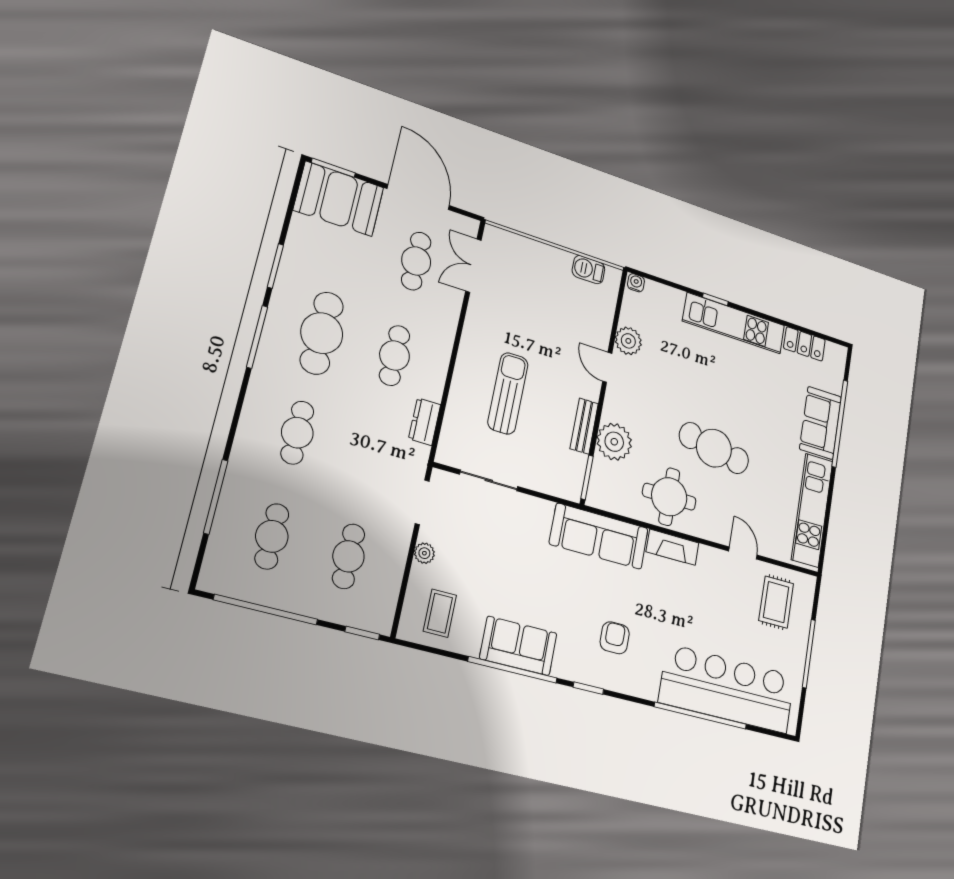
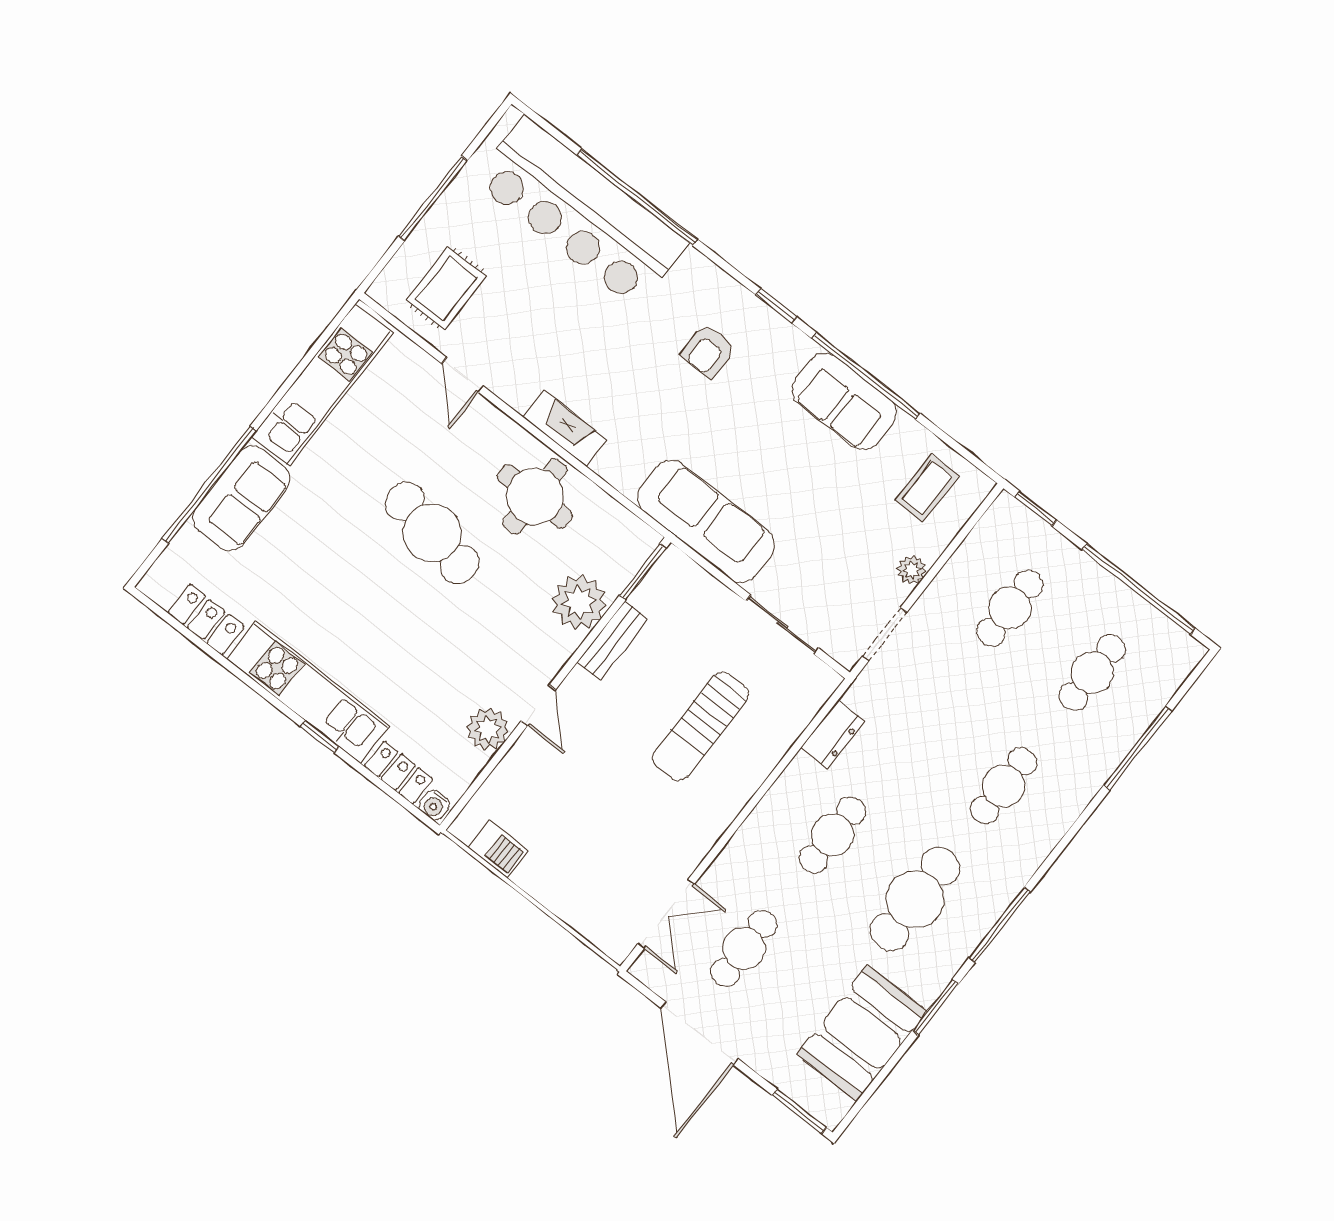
booth: (339, 199) -> (862, 1033), moved, turned 90
locker: (664, 295) -> (398, 772), added
sofa: (599, 536) -> (706, 521), moved

